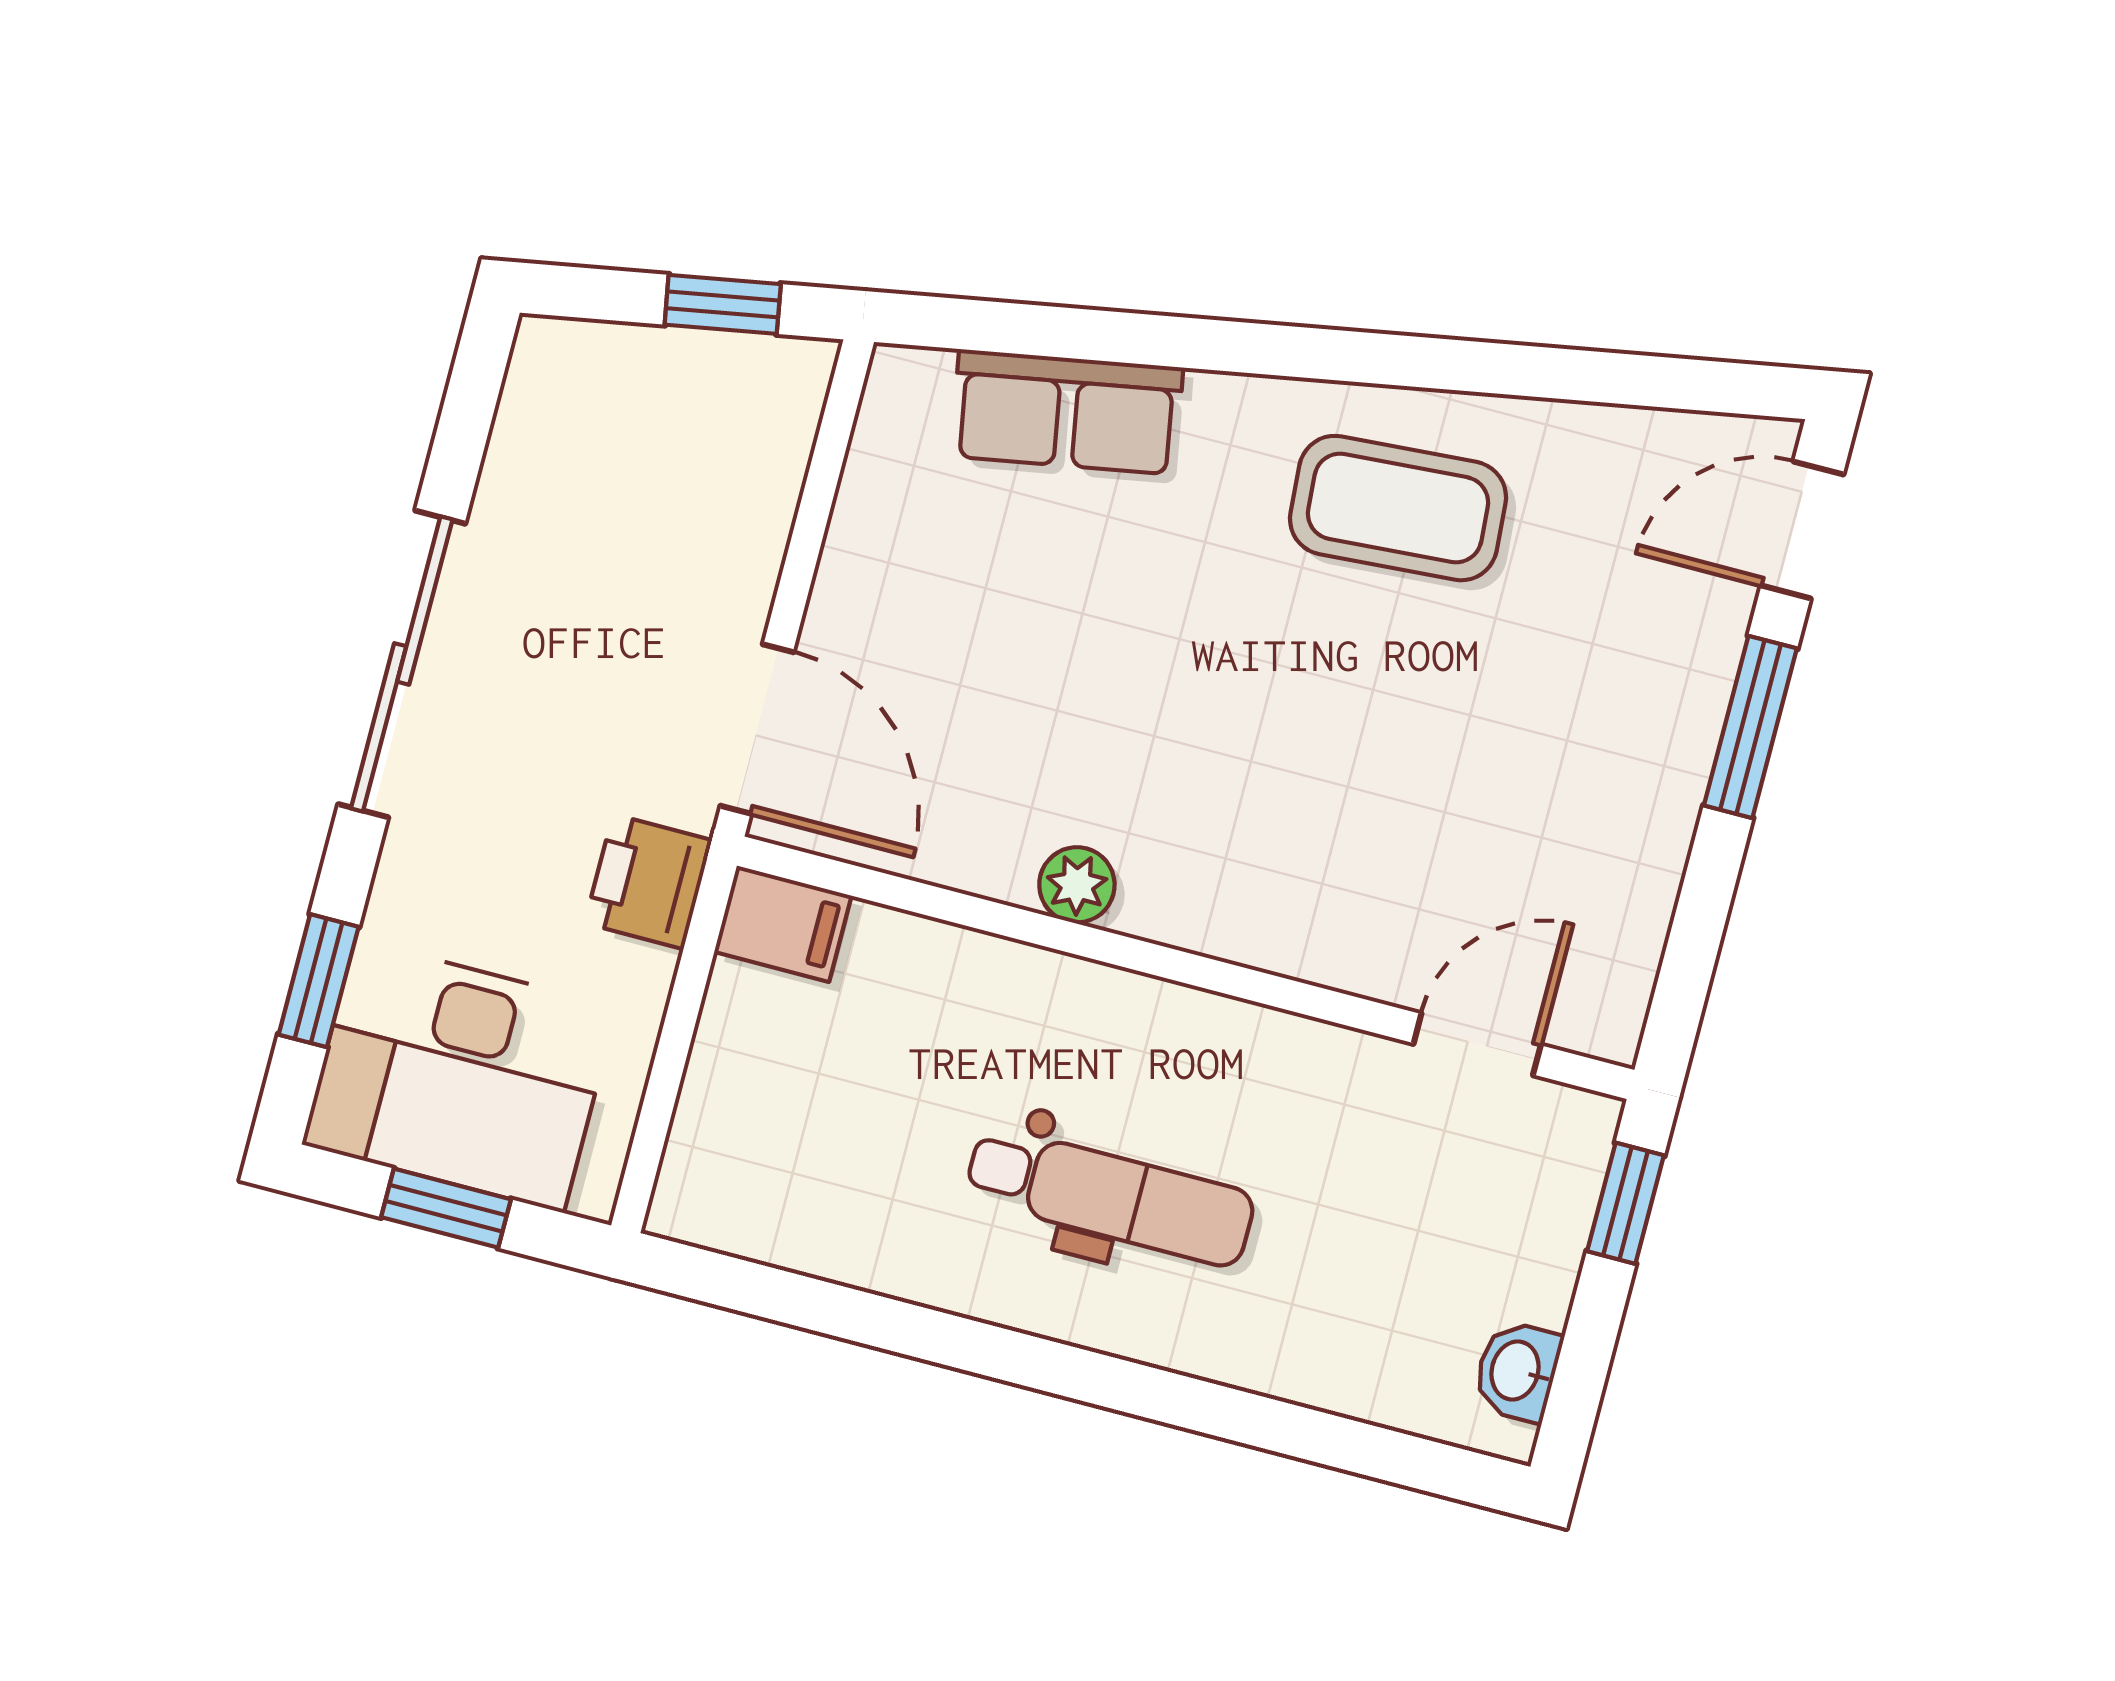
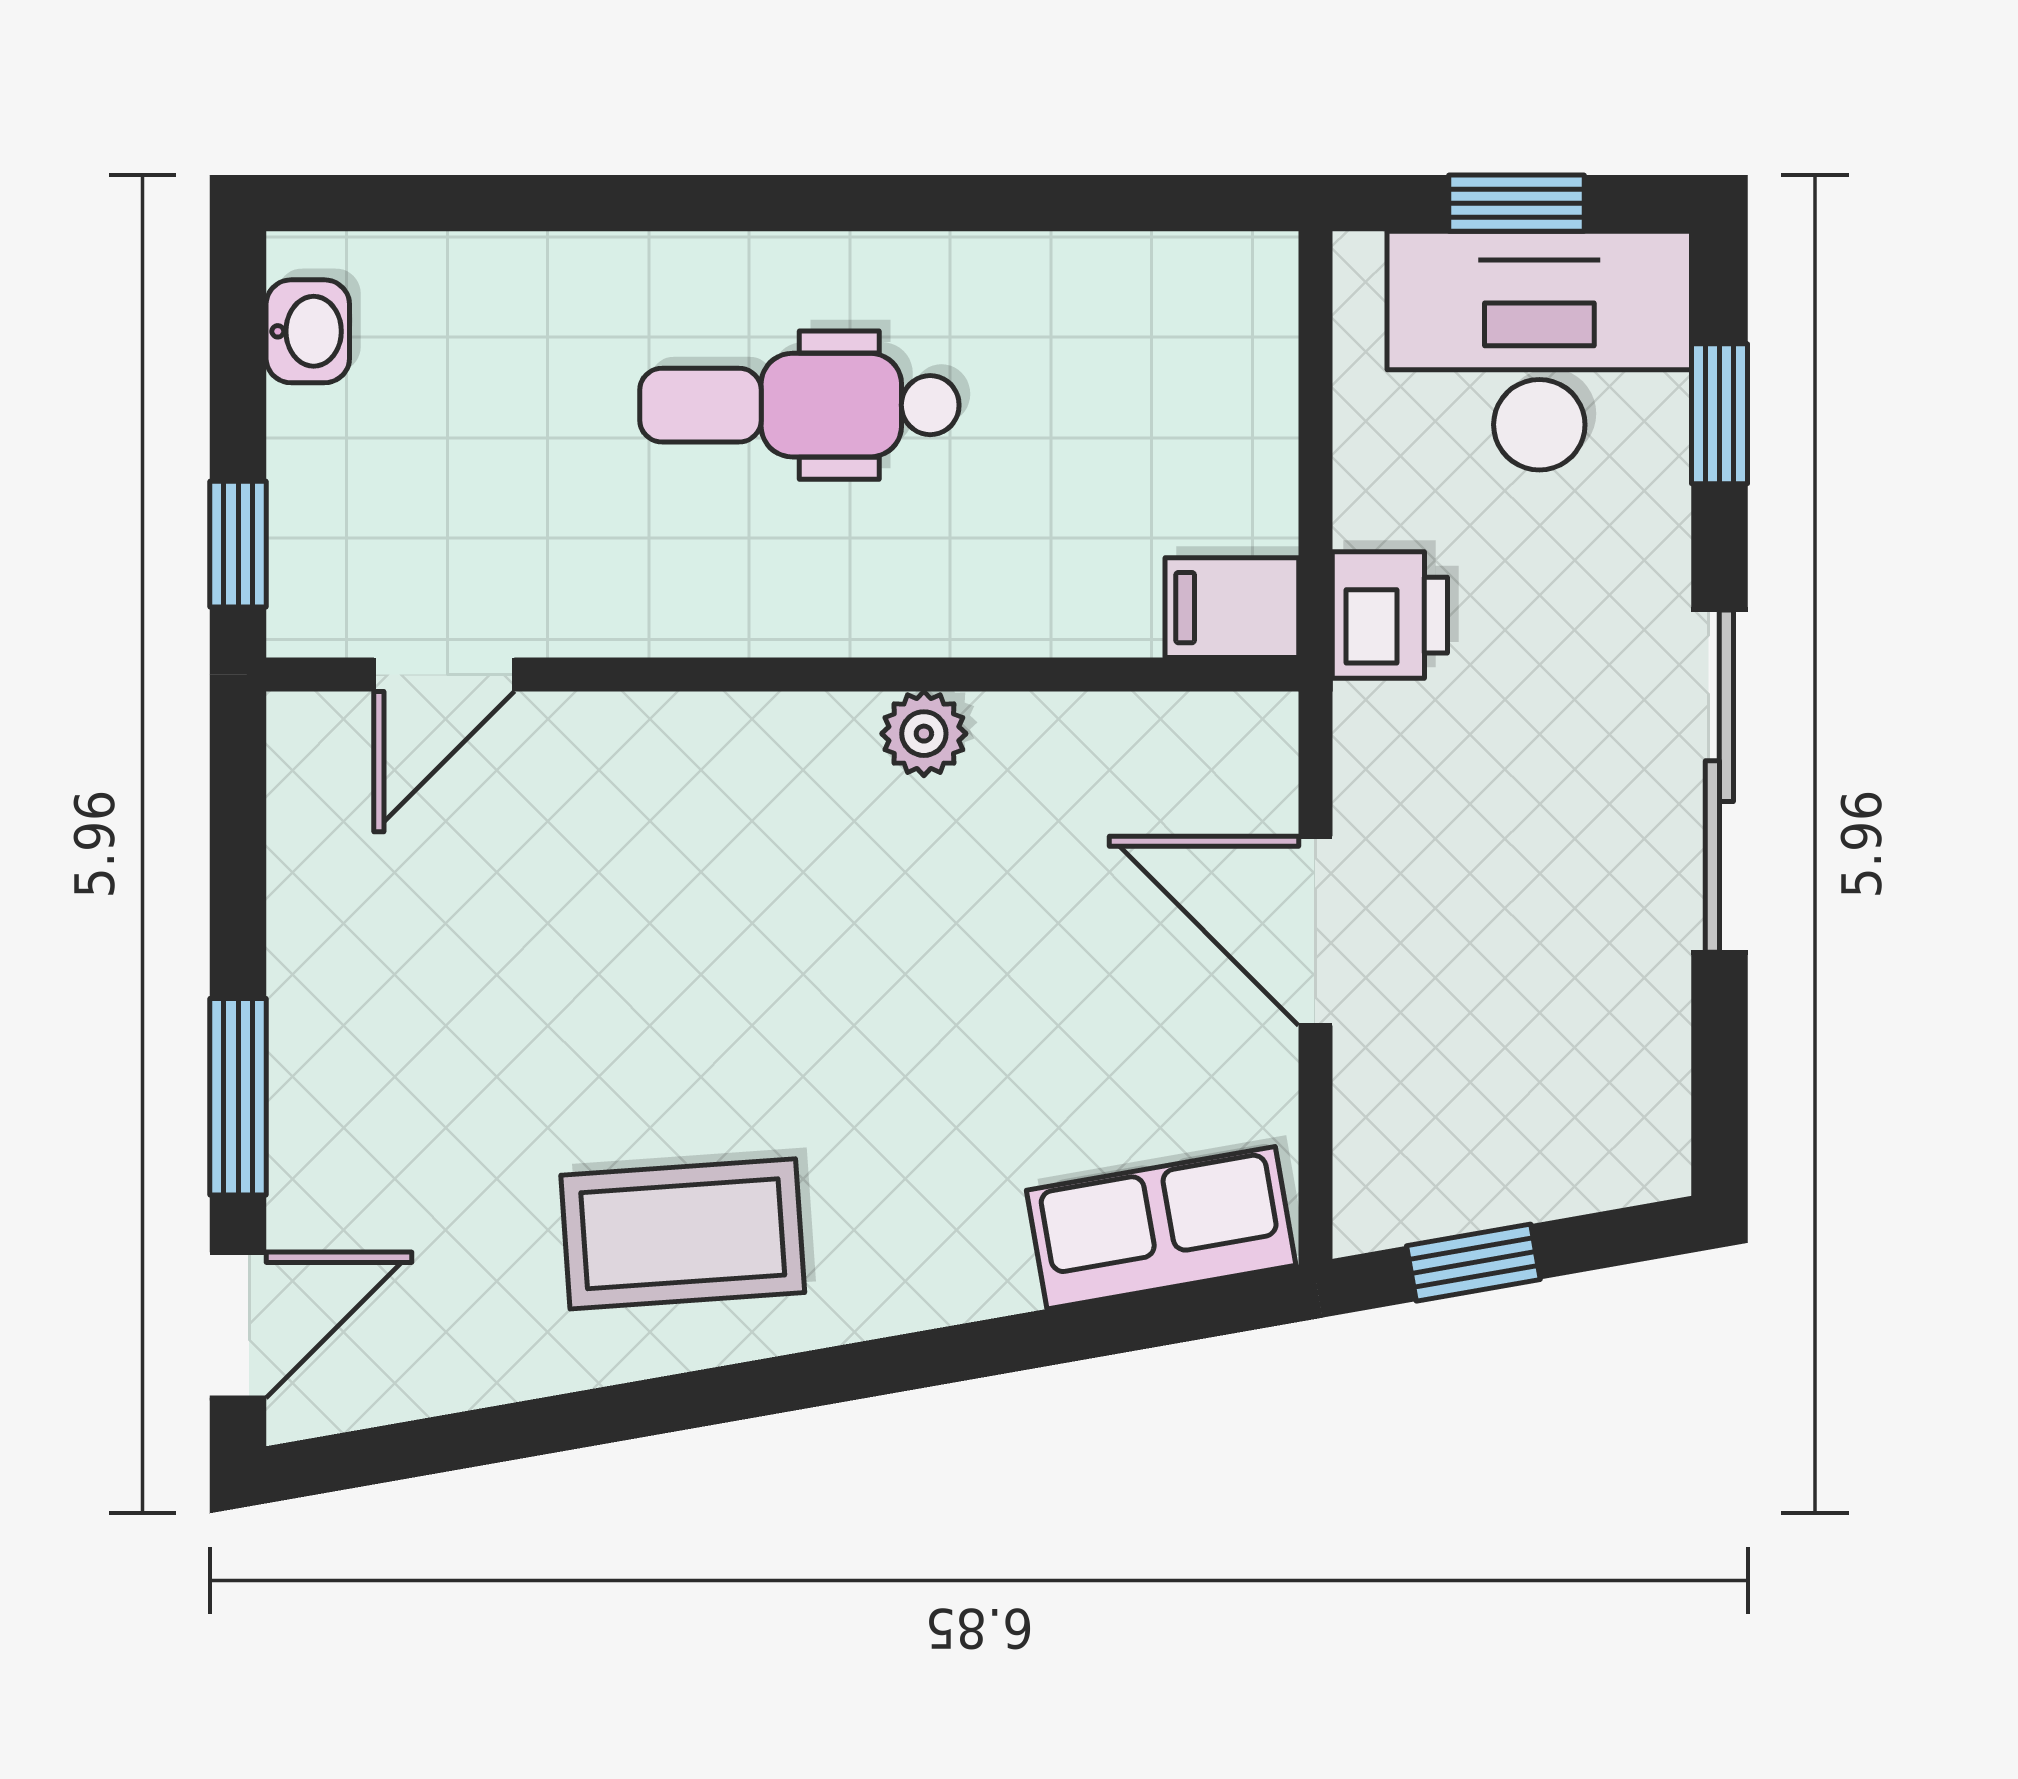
row of seats: (1067, 412) -> (1161, 1228), moved
door: (757, 729) -> (1315, 931), moved

